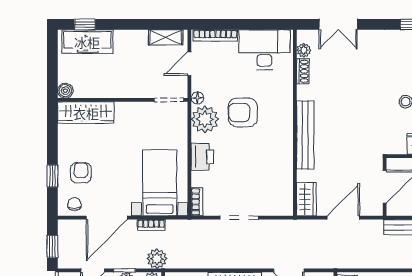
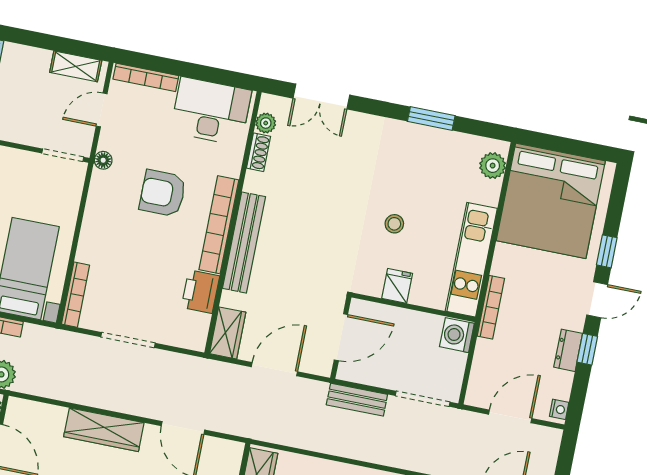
plant: (205, 119) -> (108, 192), removed
bookcase: (286, 126) -> (219, 225), added
printer: (202, 157) -> (200, 292), moved, turned 180
bookcase: (197, 202) -> (76, 295), width x1.56

